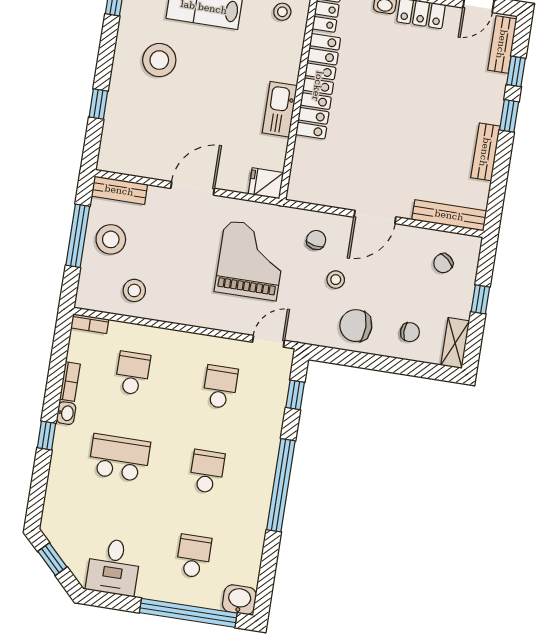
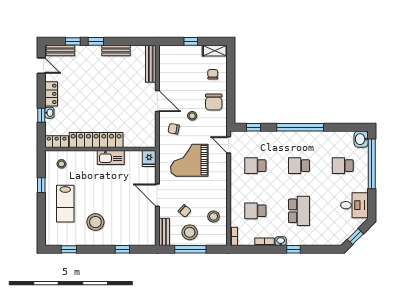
chair: (443, 263) -> (185, 211), moved
school desk: (119, 458) -> (299, 211), turned 180

